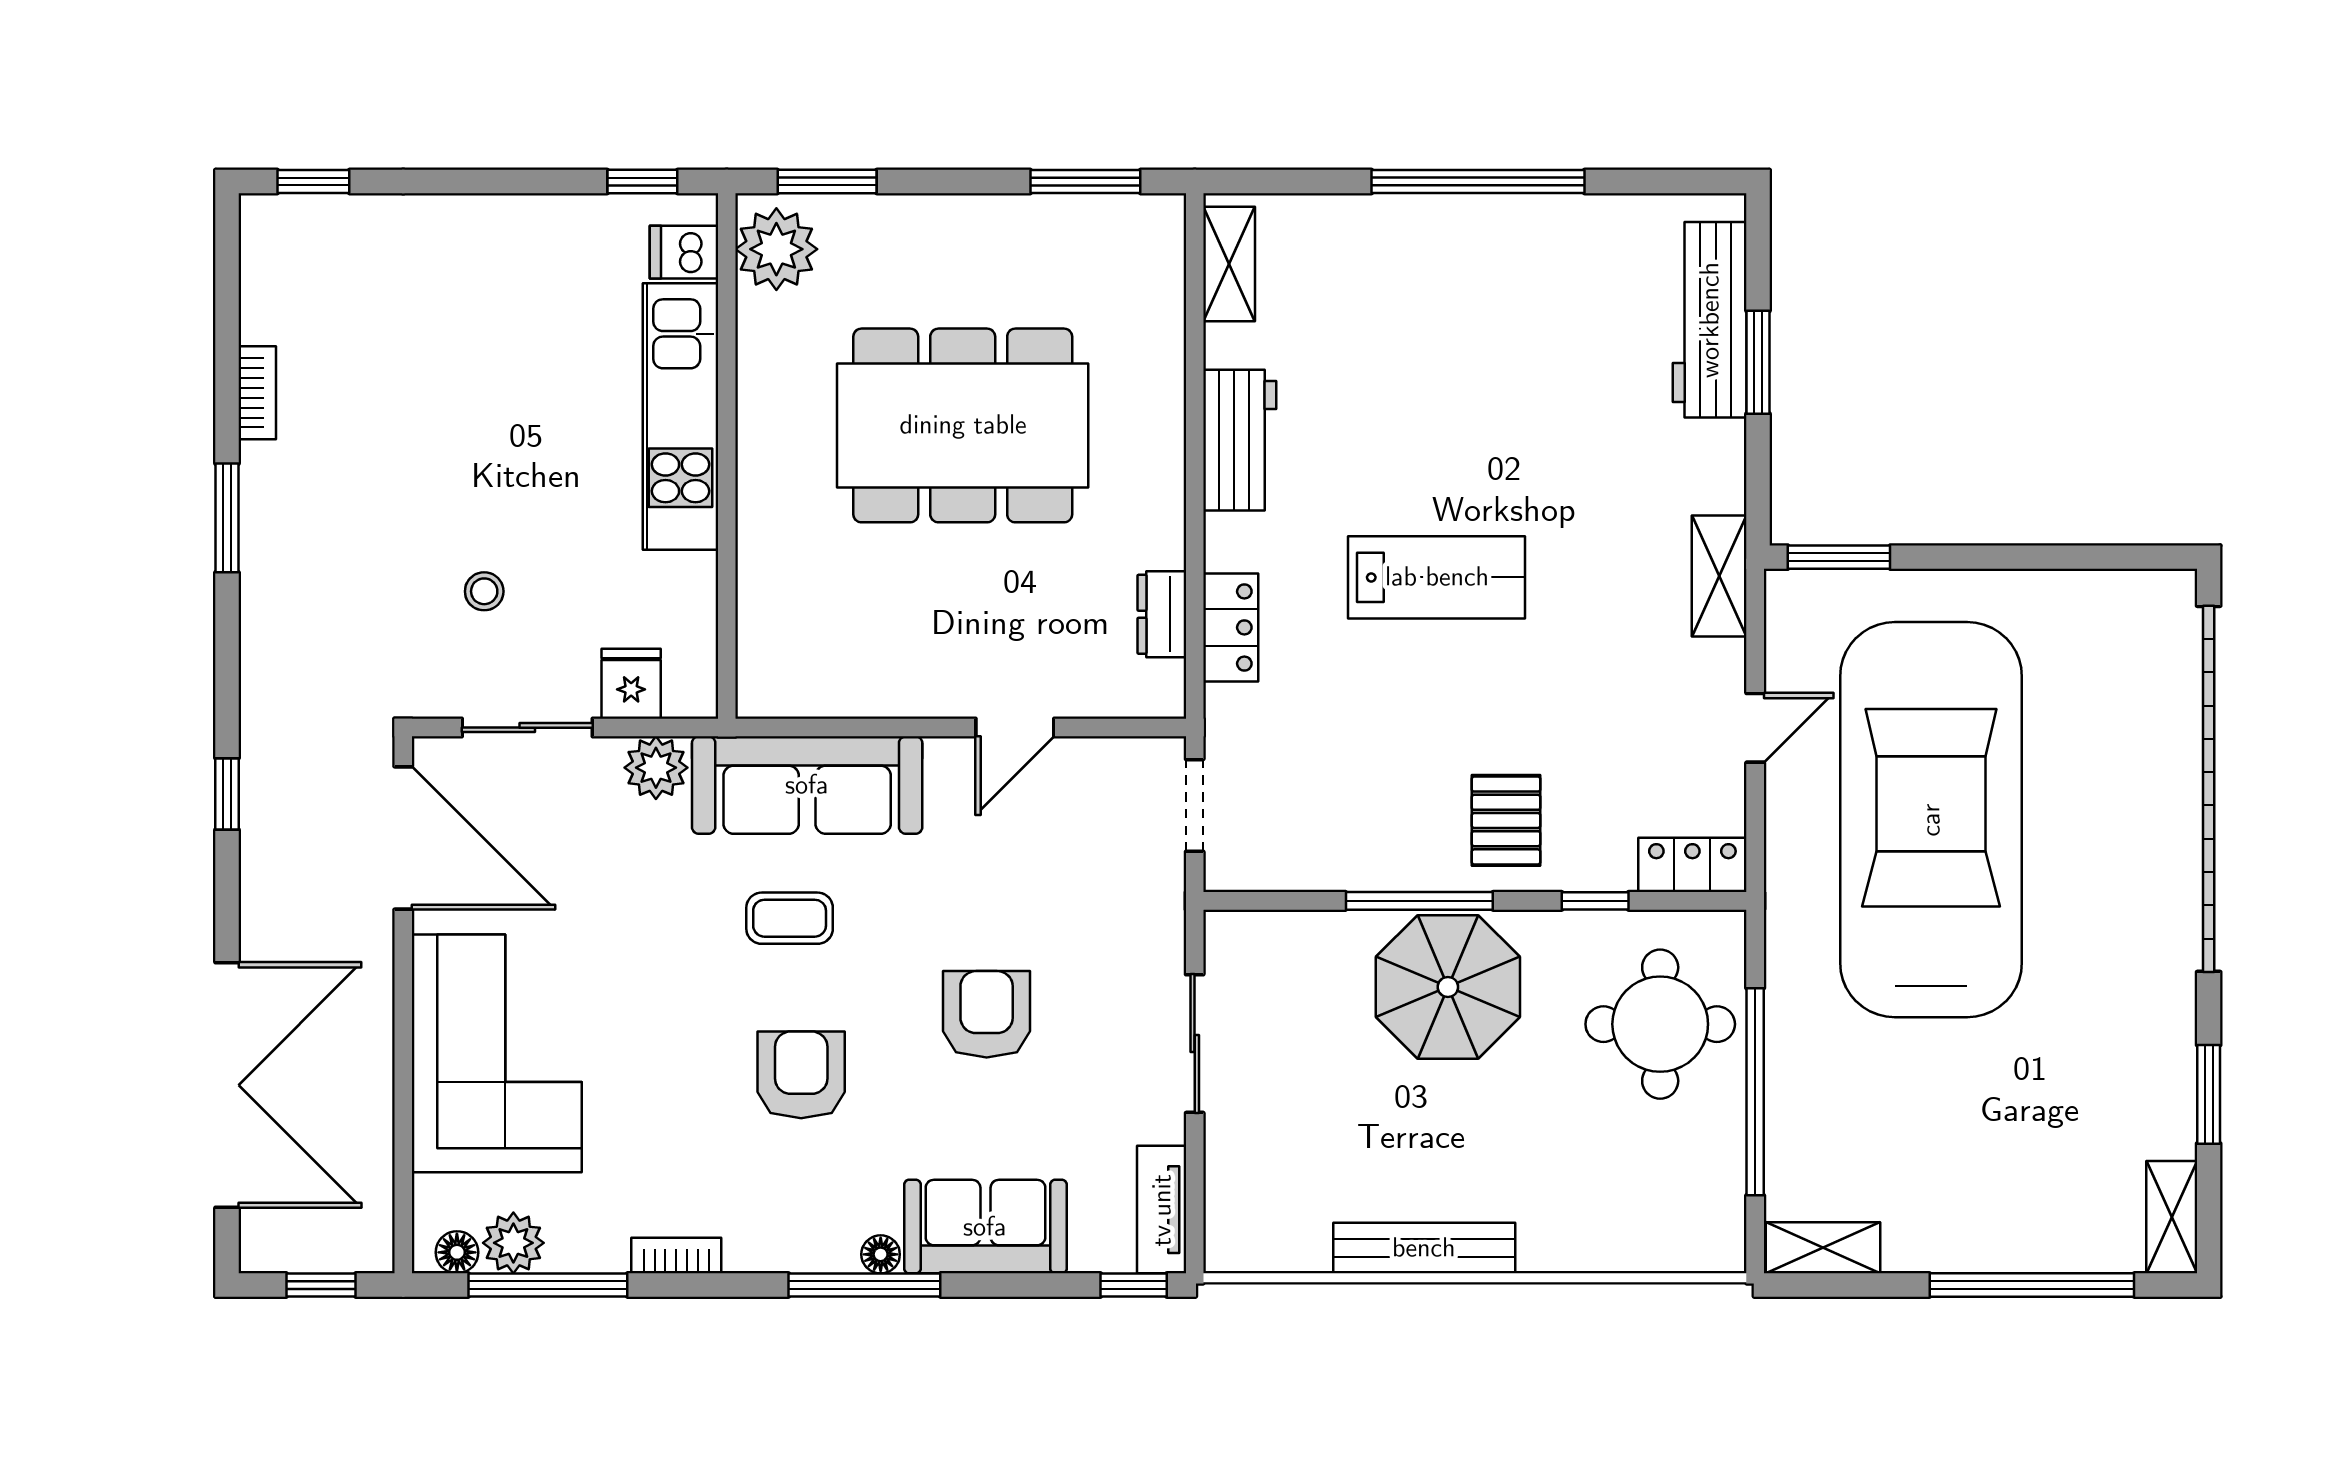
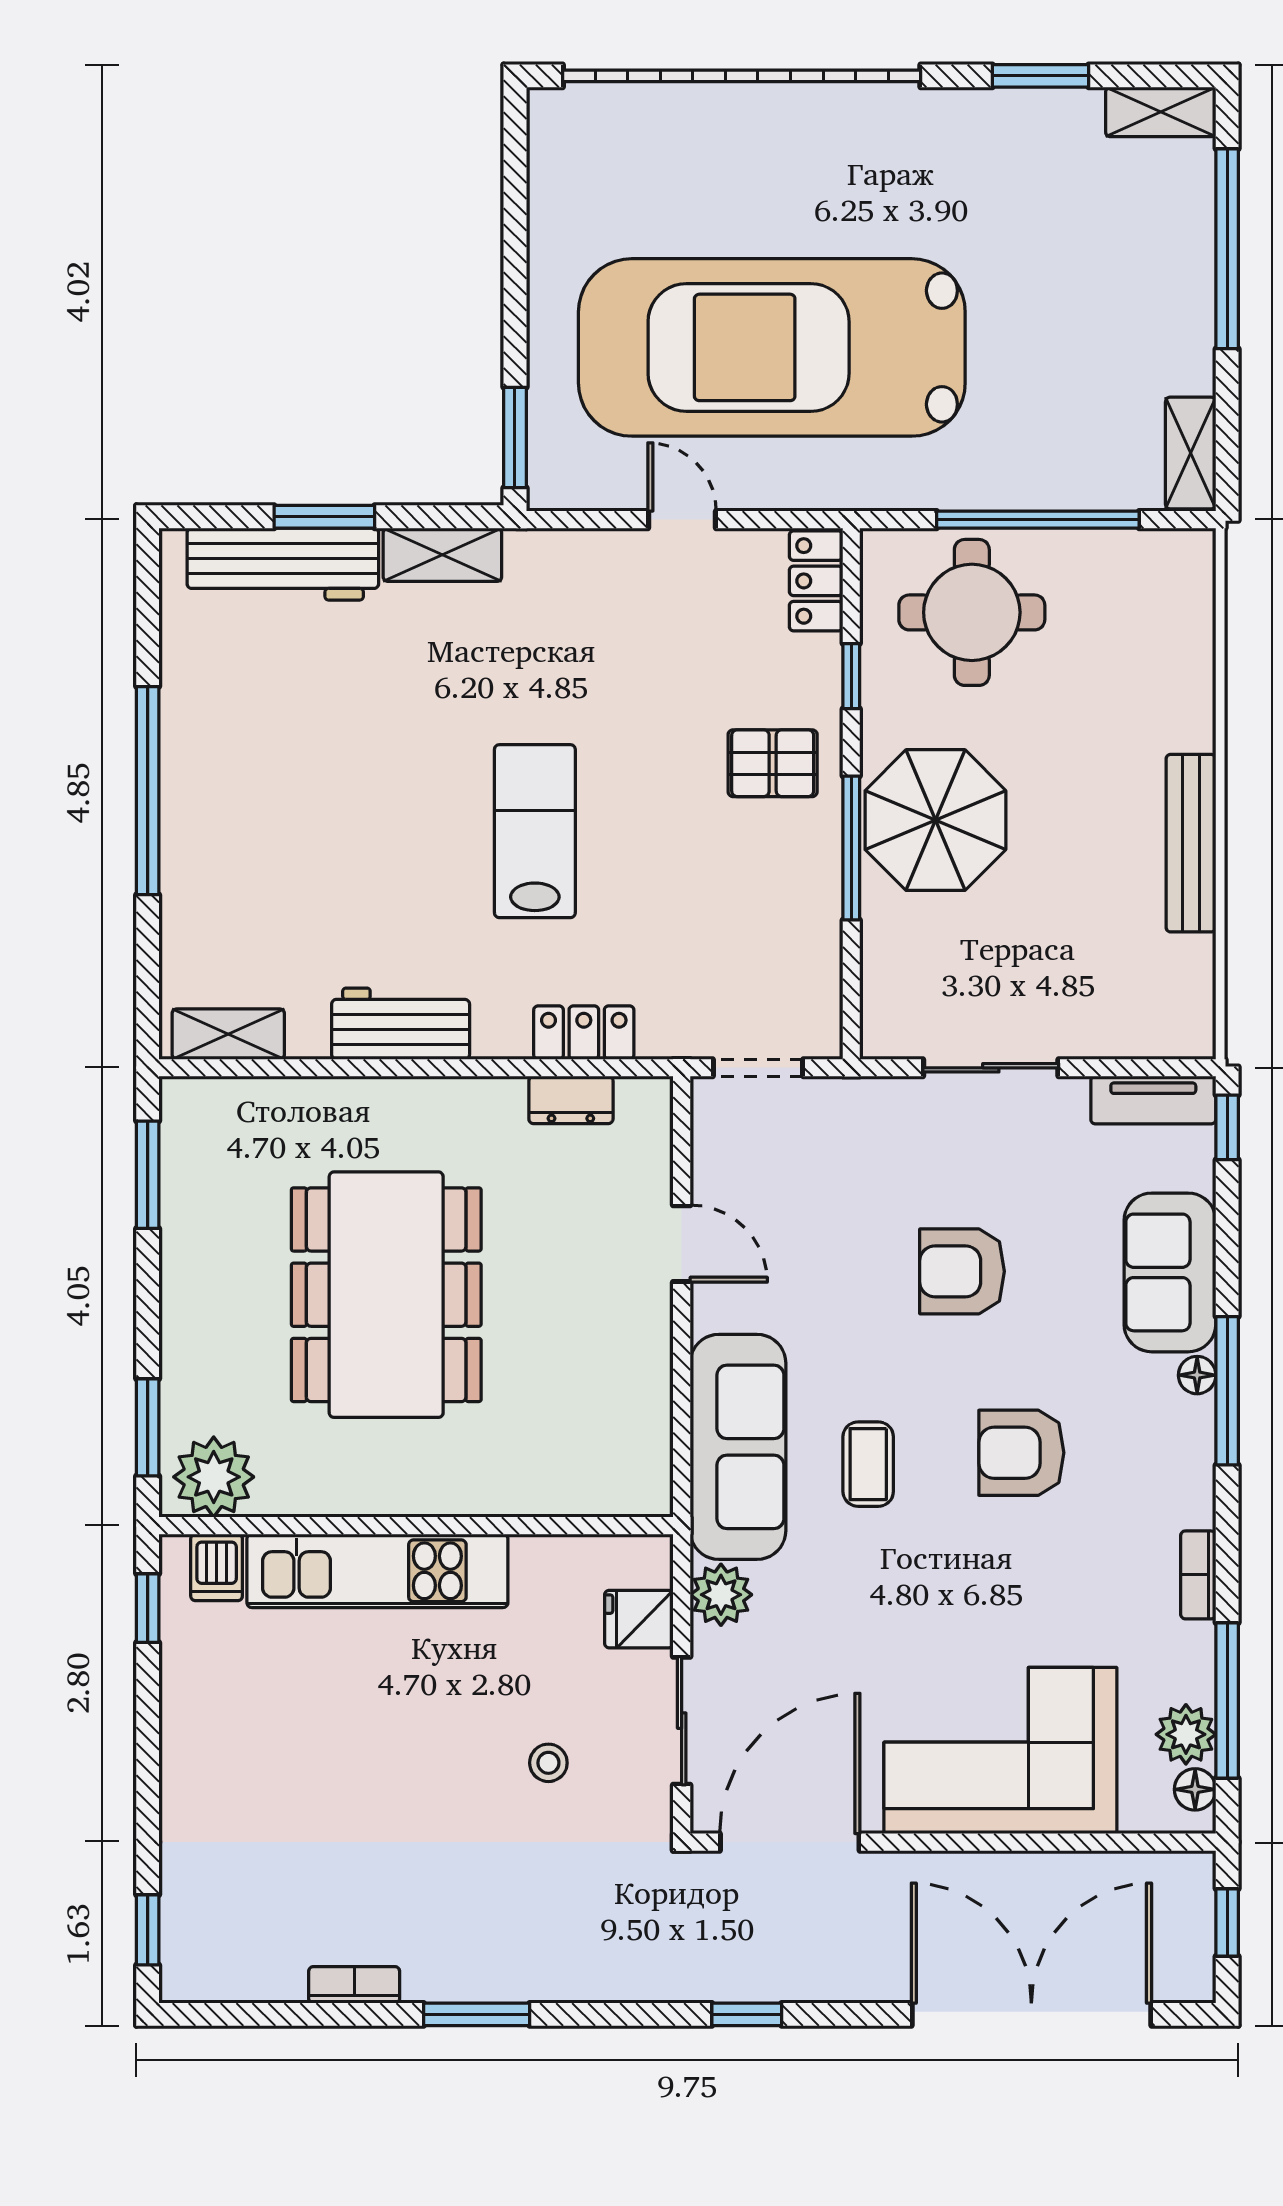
shelving: (1719, 576) -> (442, 555), moved

